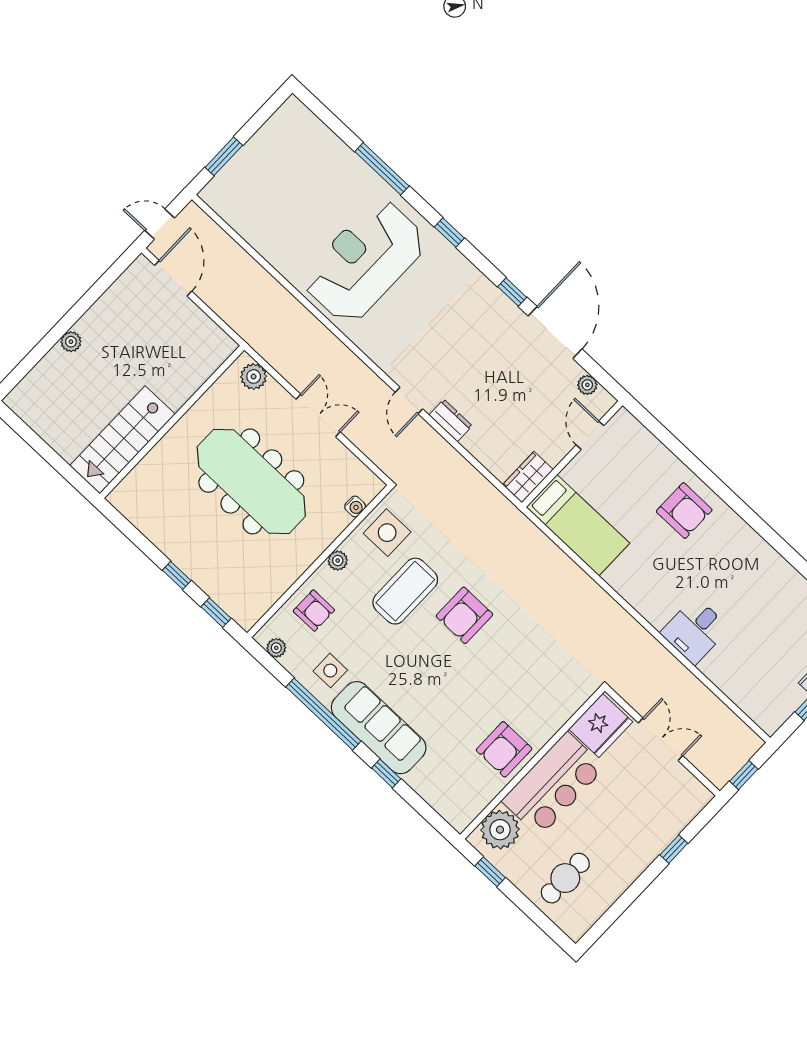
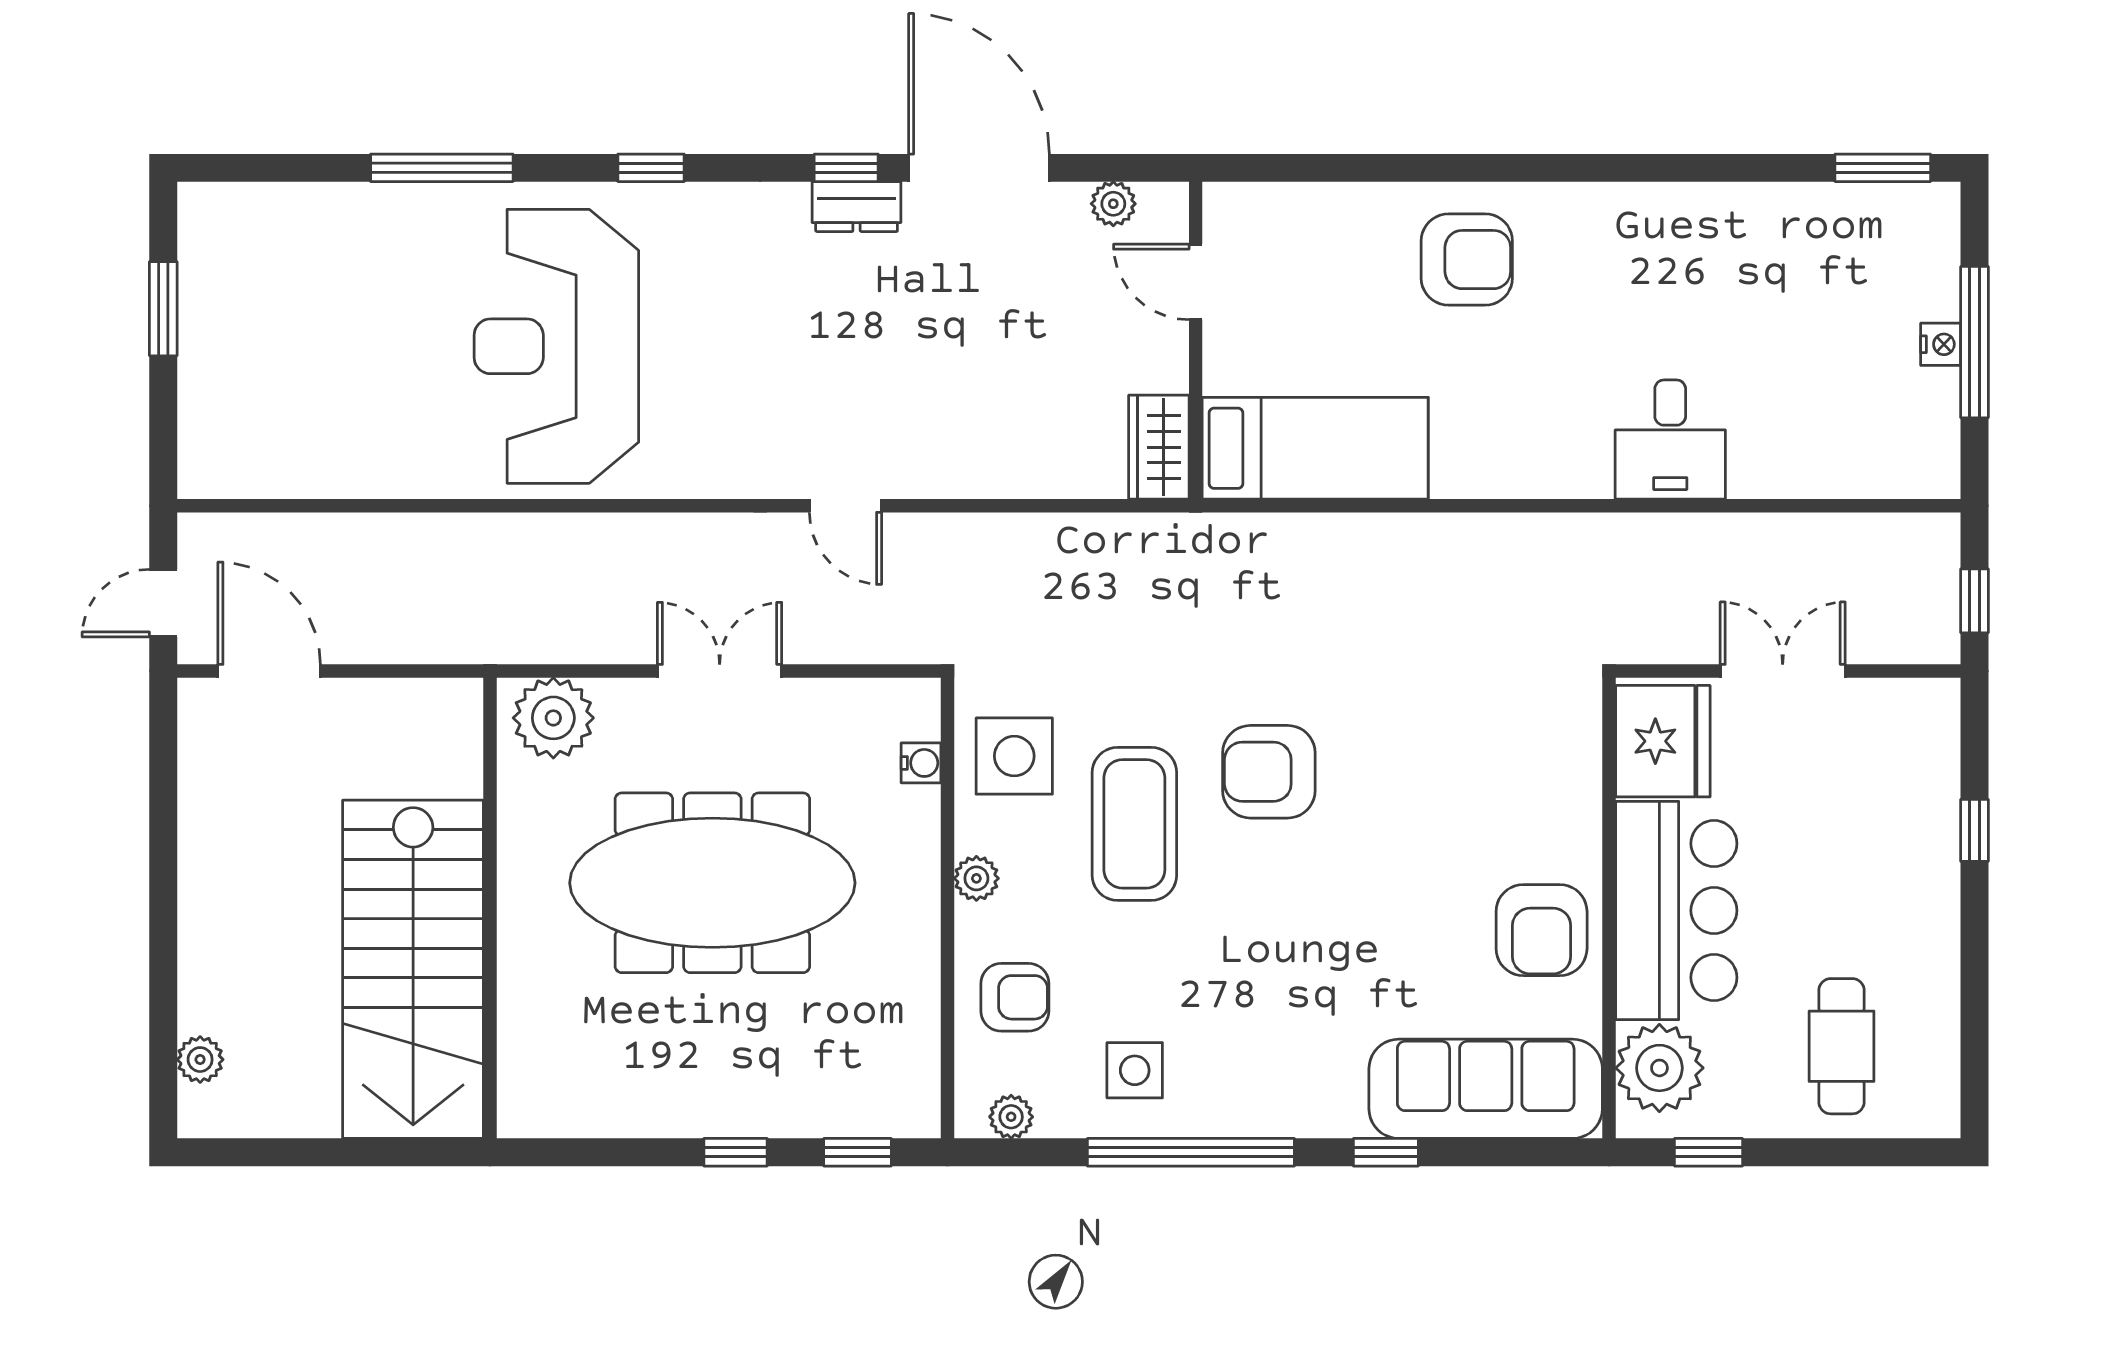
window: (224, 156) -> (163, 309), moved
plant: (71, 342) -> (200, 1060), moved
plant: (254, 376) -> (553, 718), width x1.36, depth x1.36
dresser: (451, 420) -> (857, 207), moved, turned 180
stairs: (122, 440) -> (413, 969), width x1.36, depth x1.51
armchair: (464, 615) -> (1269, 772), turned 90
sofa: (379, 728) -> (1486, 1089), moved

